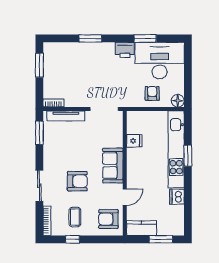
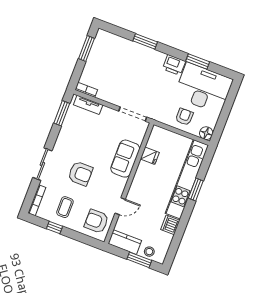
tv unit: (66, 116) -> (88, 105), width x0.71
sofa: (113, 166) -> (125, 159), moved
stool: (167, 228) -> (149, 252), added

